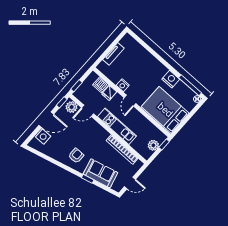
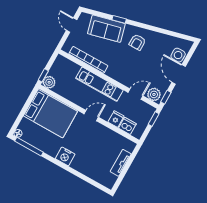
nightstand: (171, 79) -> (65, 156), moved
nightstand: (123, 85) -> (103, 131), removed
door: (130, 101) -> (91, 116), hinge flipped
door: (46, 120) -> (179, 74), hinge flipped
plant: (153, 145) -> (49, 82), moved
door: (130, 183) -> (72, 25), hinge flipped

